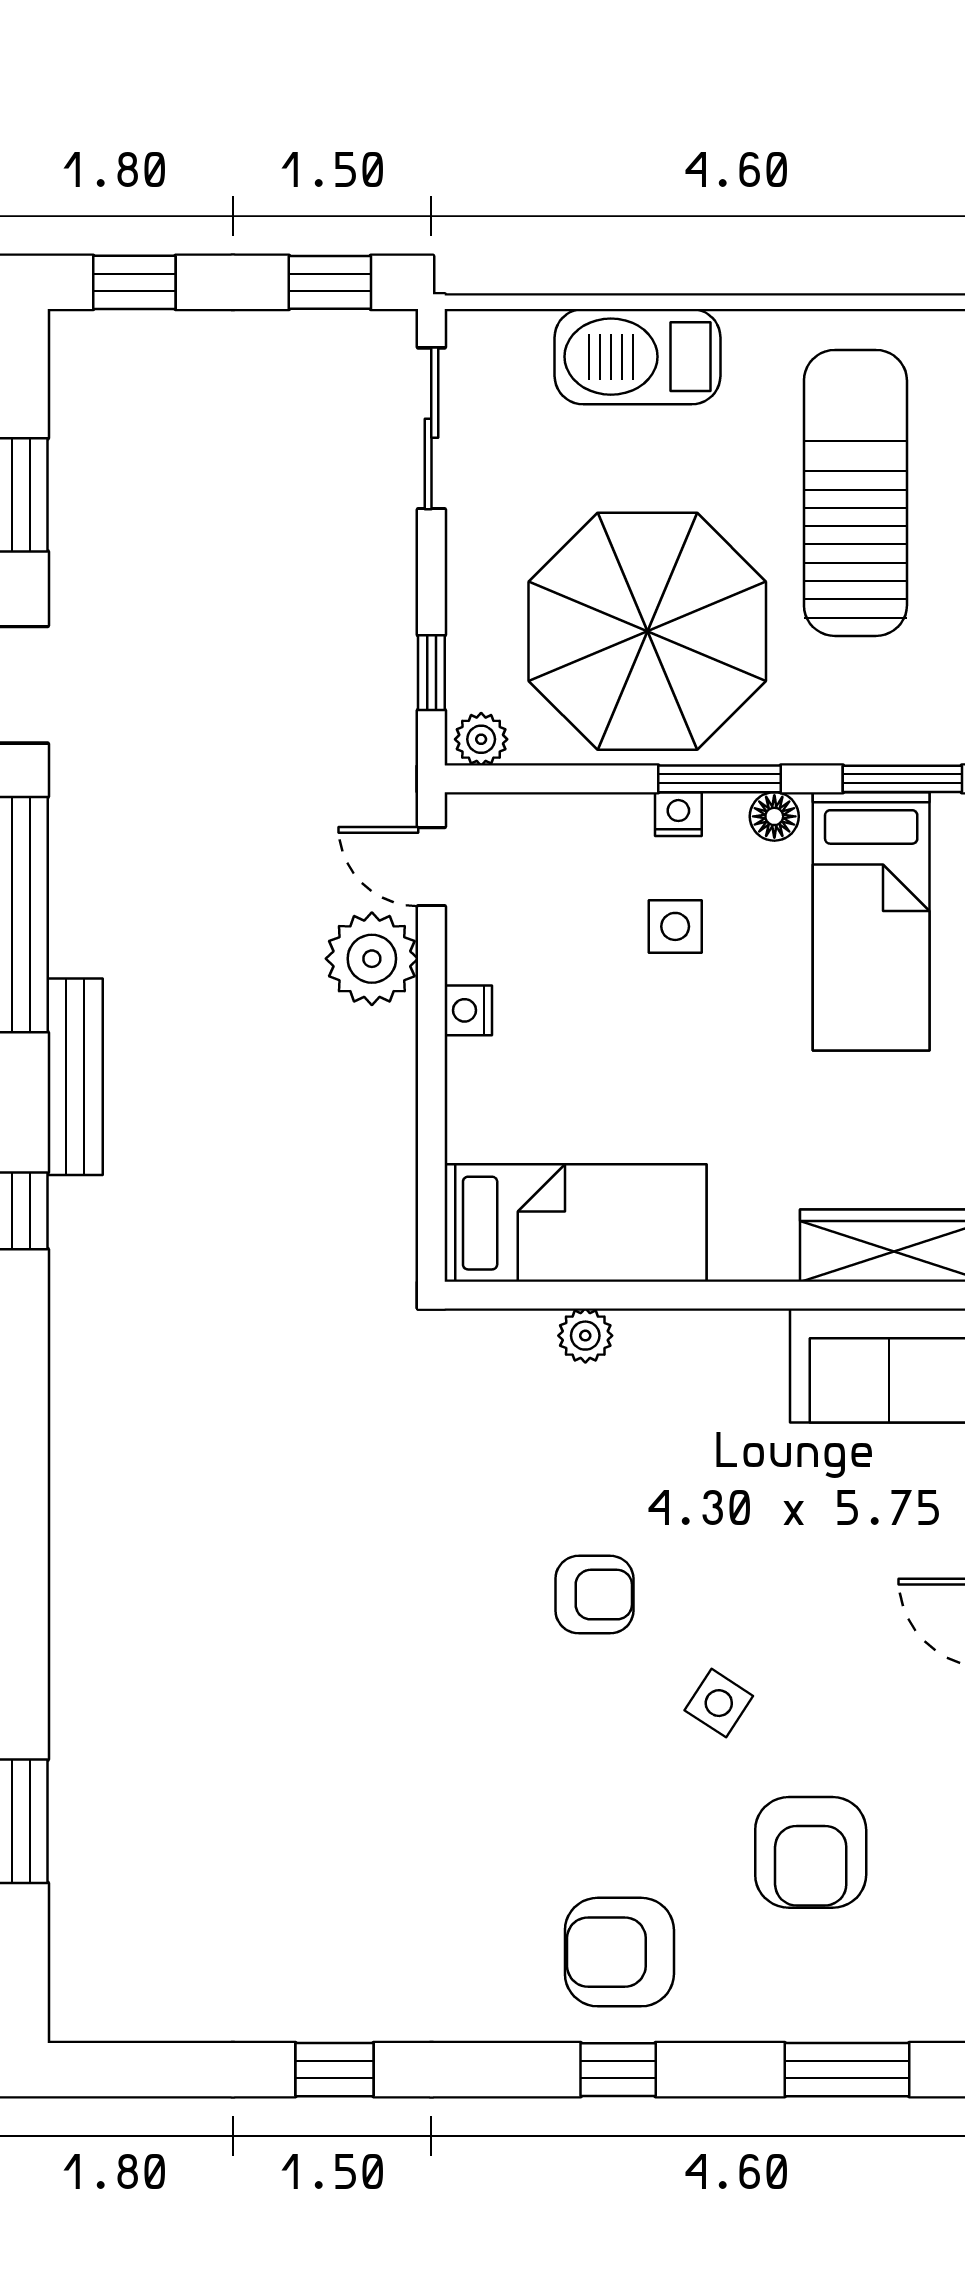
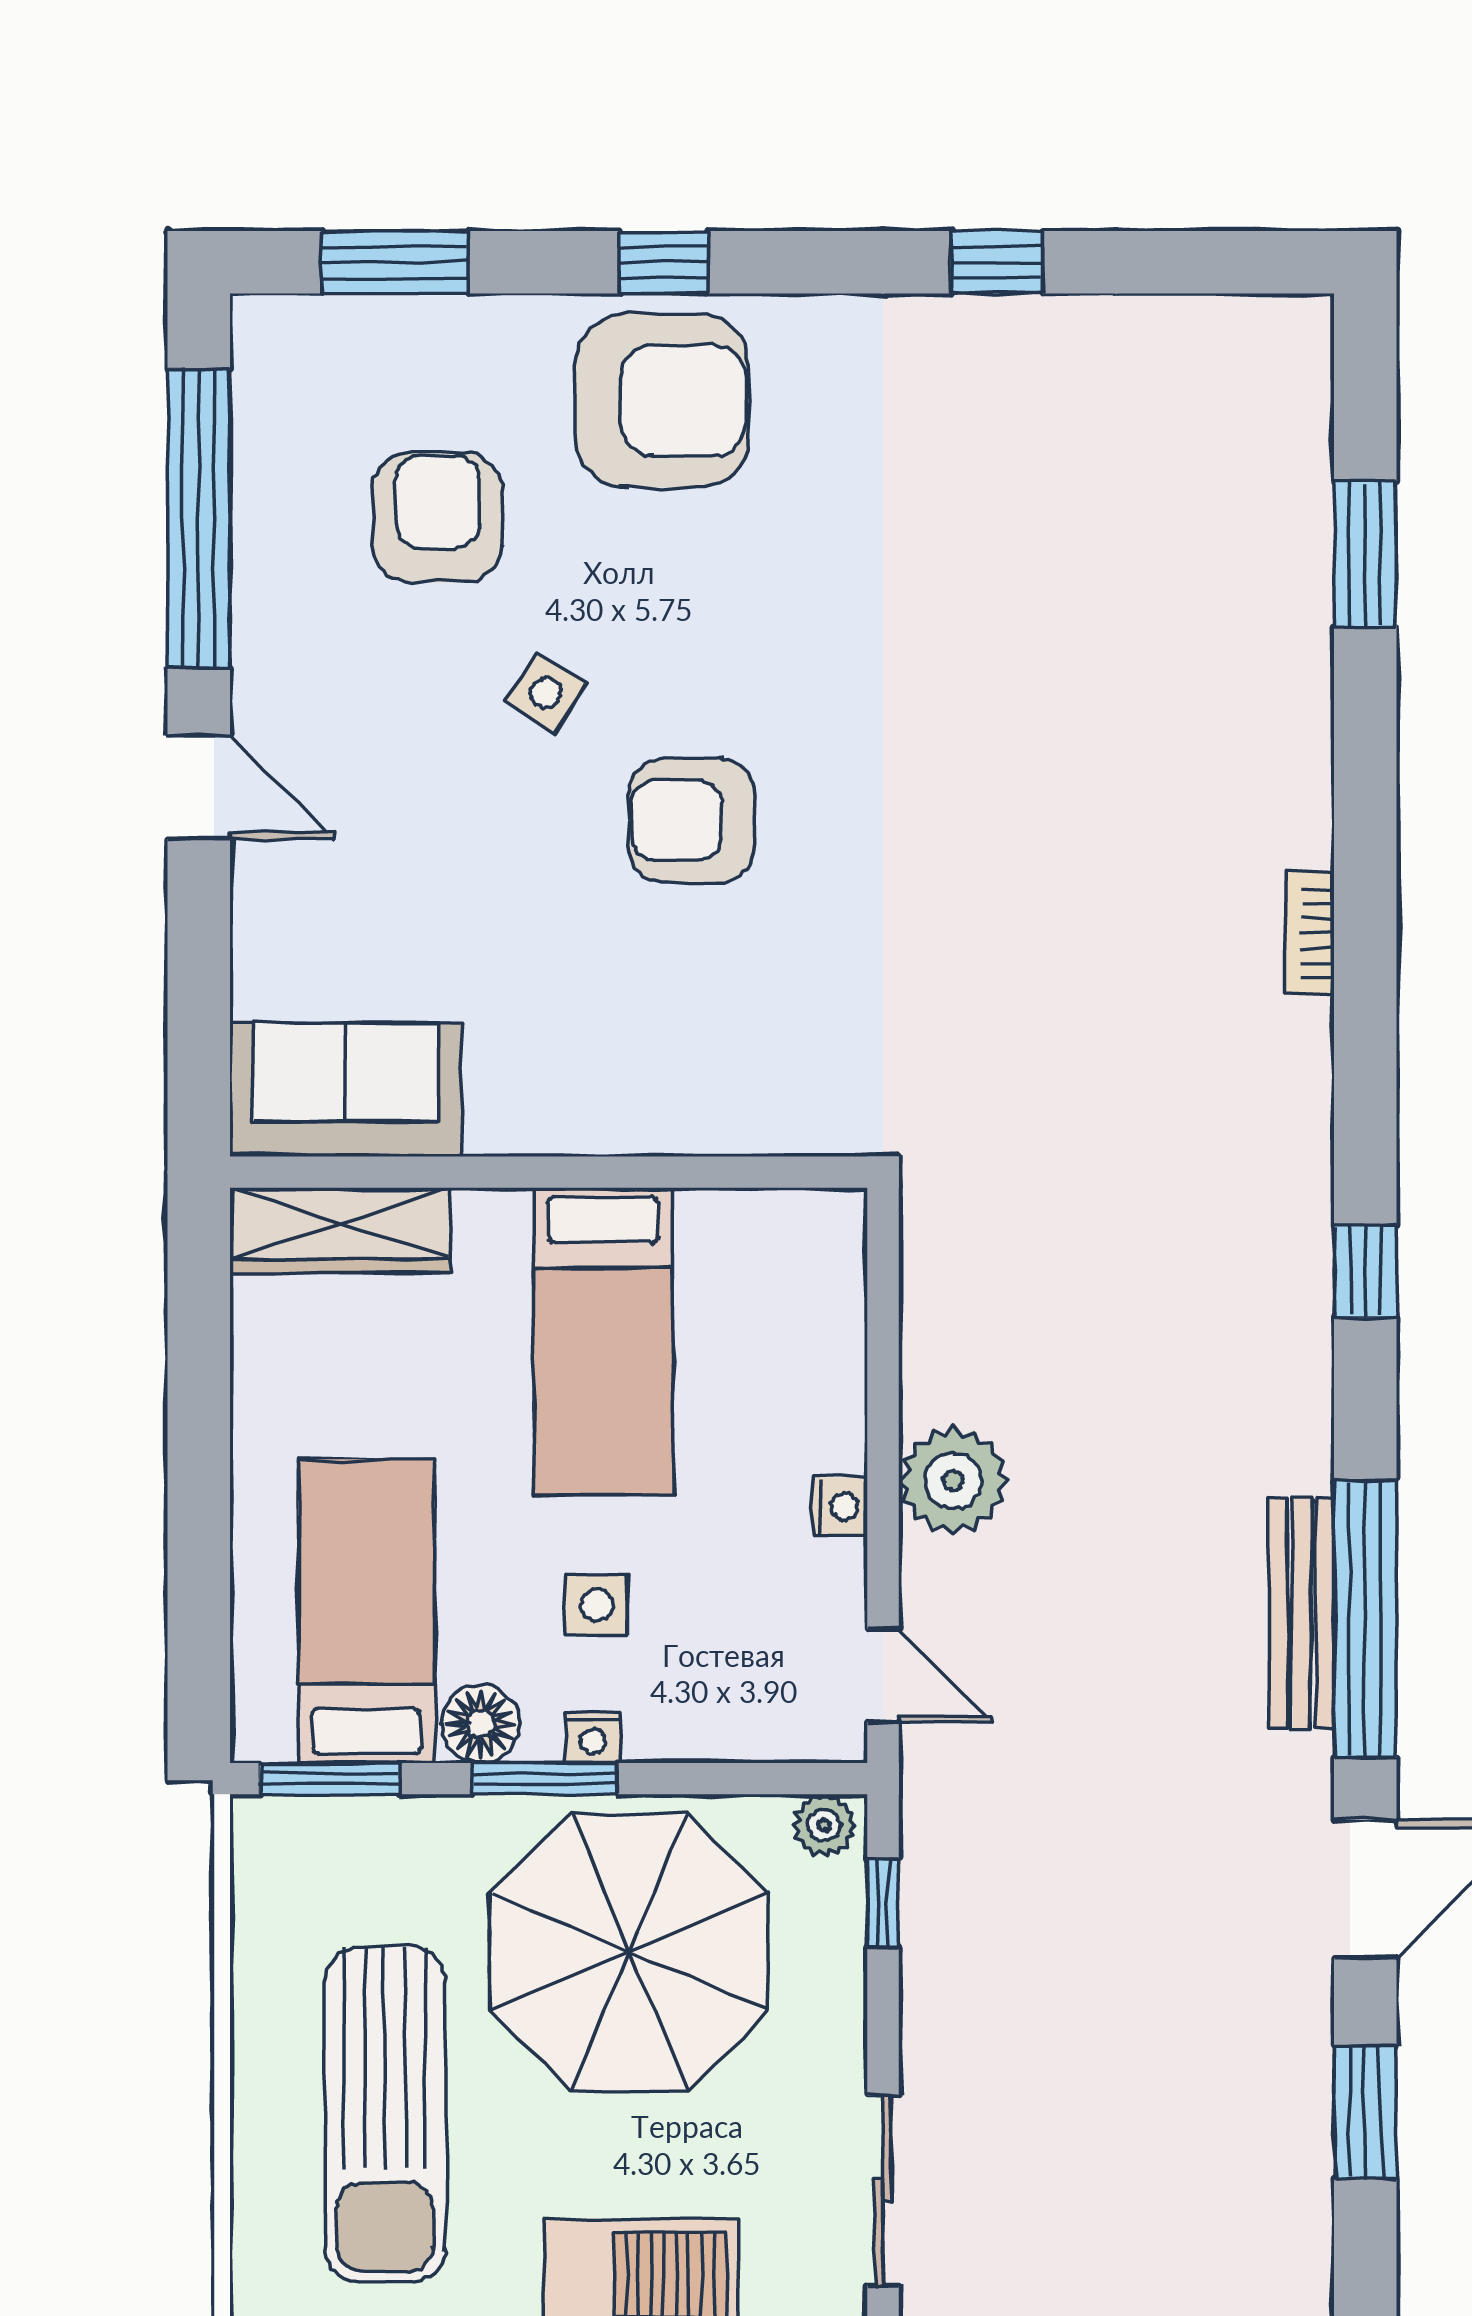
floor lamp: (774, 816) -> (480, 1724), width x1.37, depth x1.37
plant: (372, 959) -> (953, 1481), moved
bench: (75, 1077) -> (1302, 1614), moved
bed: (576, 1223) -> (603, 1341), moved, turned -90
plant: (585, 1336) -> (702, 1125), removed
bookcase: (69, 1498) -> (1309, 933), added
armchair: (594, 1595) -> (692, 820), width x1.38, depth x1.38
armchair: (619, 1952) -> (662, 400), width x1.36, depth x1.36

